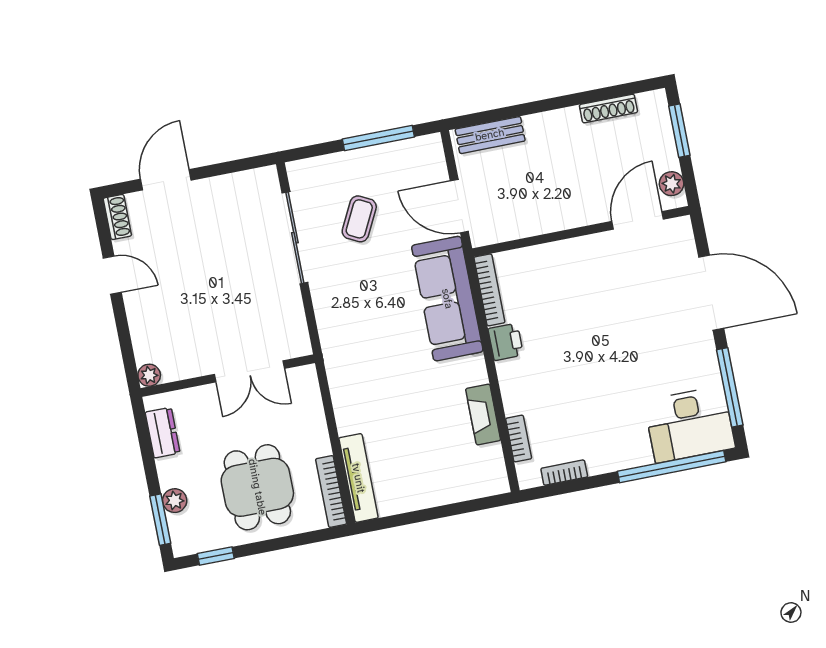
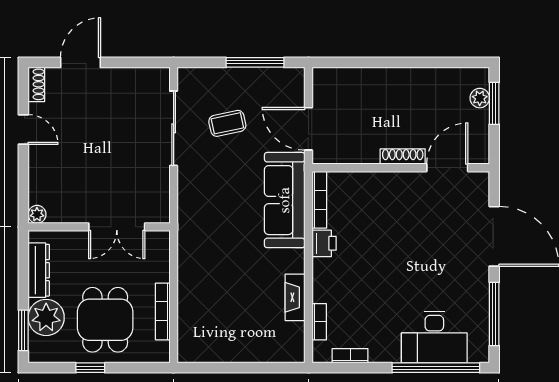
shoe rack: (608, 109) -> (403, 157), moved, turned 180
bench: (490, 135) -> (344, 77), removed
plant: (672, 184) -> (480, 98), moved
coffee table: (359, 219) -> (227, 123), turned 51
desk: (690, 424) -> (434, 337), moved
dresser: (163, 433) -> (39, 270), width x1.44
tv unit: (358, 478) -> (187, 328), removed
bookcase: (331, 492) -> (163, 311), moved
plant: (175, 501) -> (46, 317), width x1.87, depth x1.87
window: (216, 556) -> (90, 368), moved

